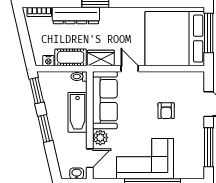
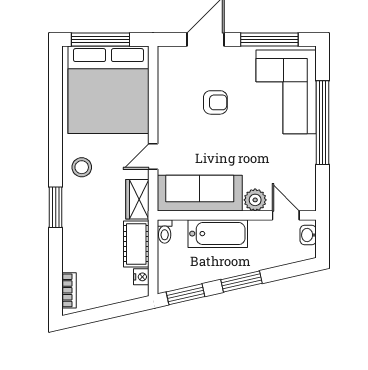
dresser: (76, 15) -> (74, 236), removed
stool: (122, 20) -> (82, 167), added
corner sofa: (145, 159) -> (286, 92), moved

